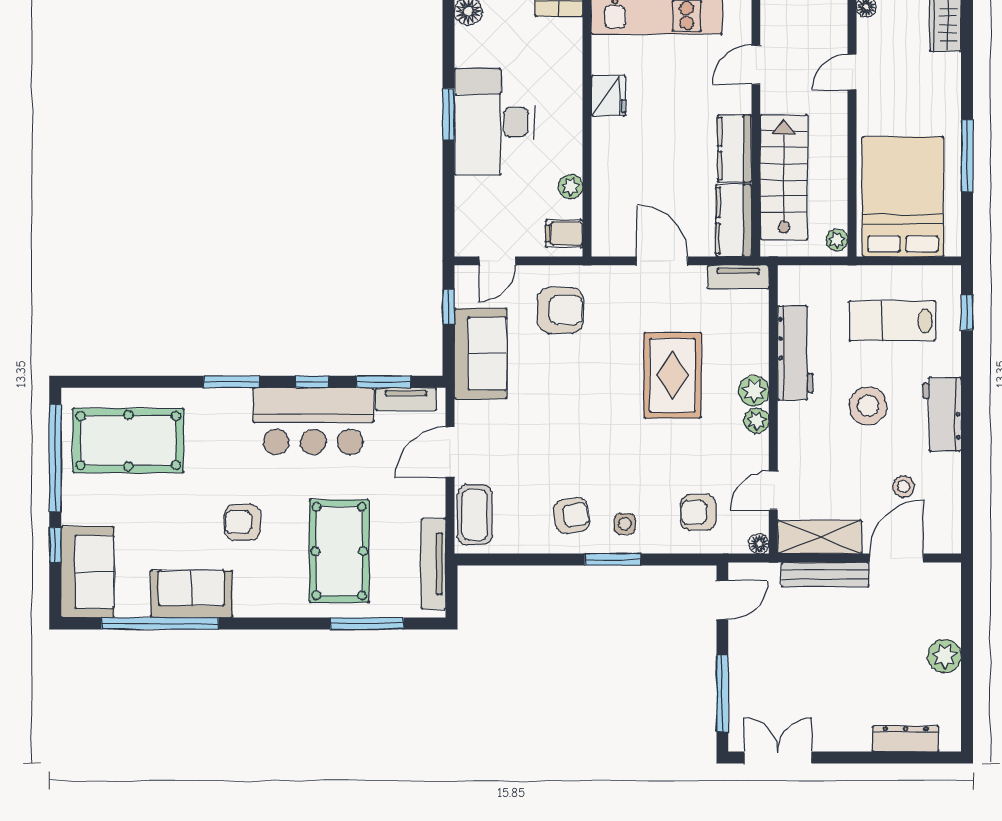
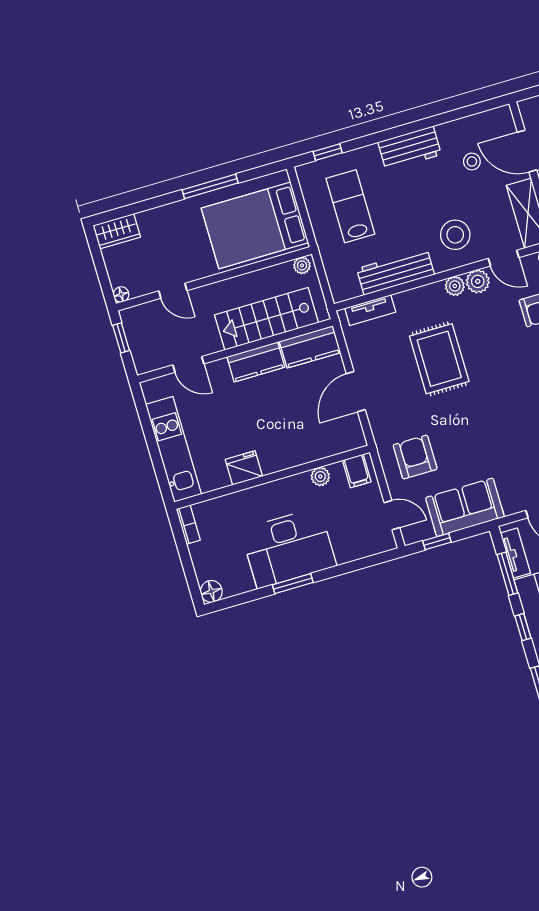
tv unit: (738, 277) -> (370, 310), moved, turned 90
lab bench: (892, 321) -> (350, 206), turned 180
rug: (672, 375) -> (439, 359), turned 90
plant: (754, 391) -> (478, 281), moved
stool: (868, 406) -> (455, 235), moved

